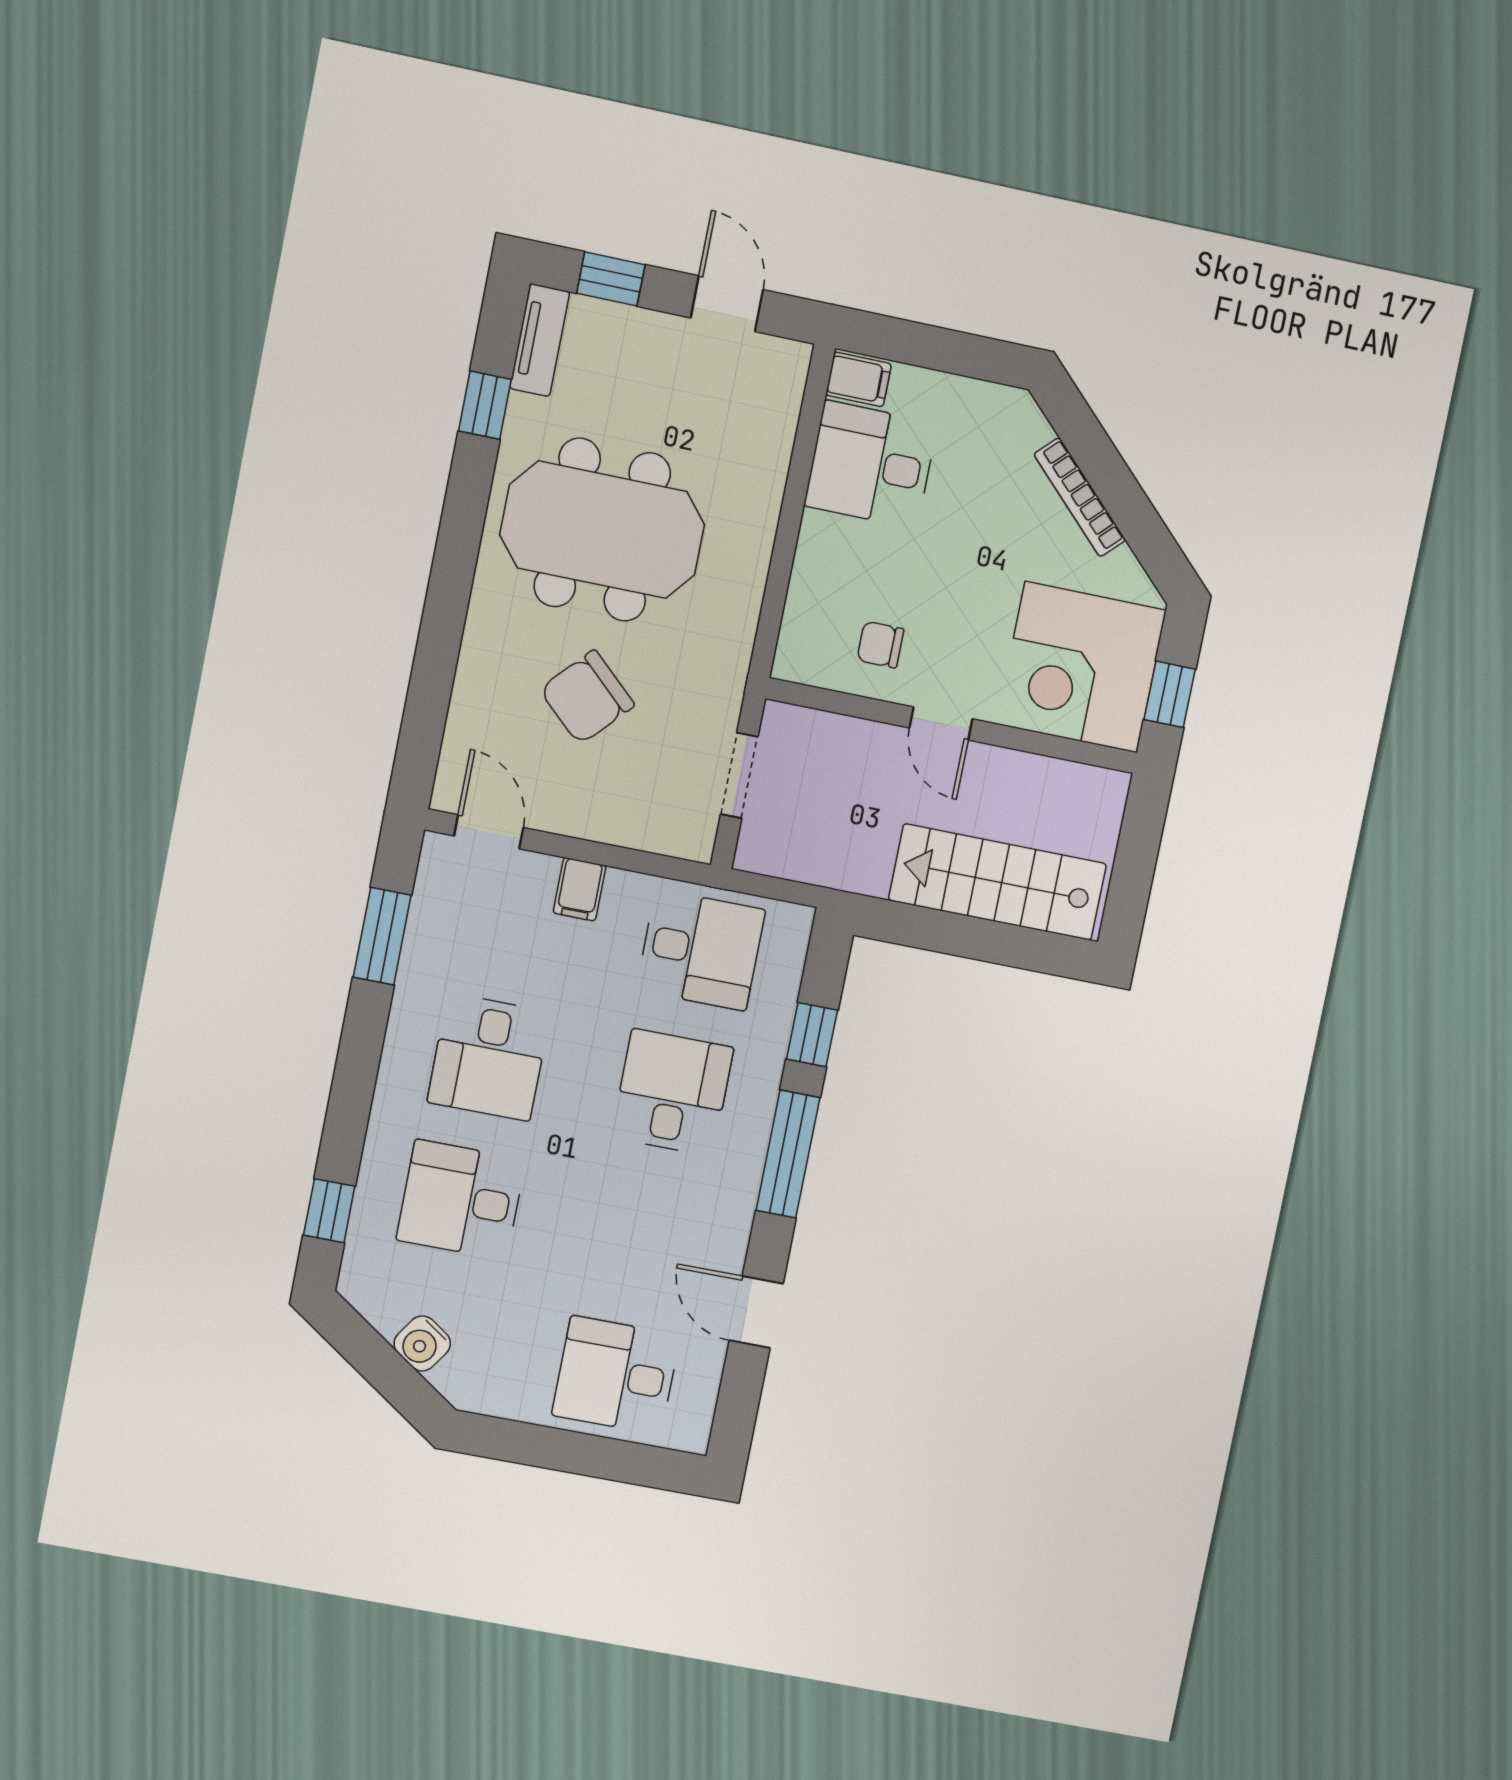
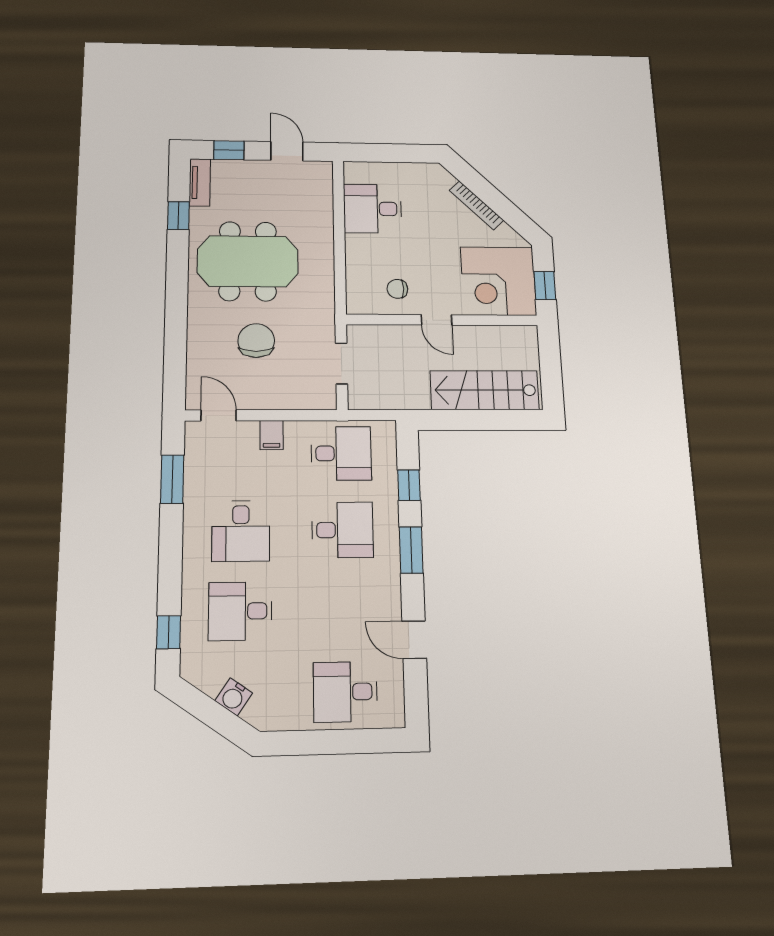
filing cabinet: (859, 379) -> (358, 173), removed
chair: (587, 697) -> (256, 341), turned 137
desk: (672, 1092) -> (342, 530), turned 90
window: (788, 1154) -> (411, 550), width x0.69

